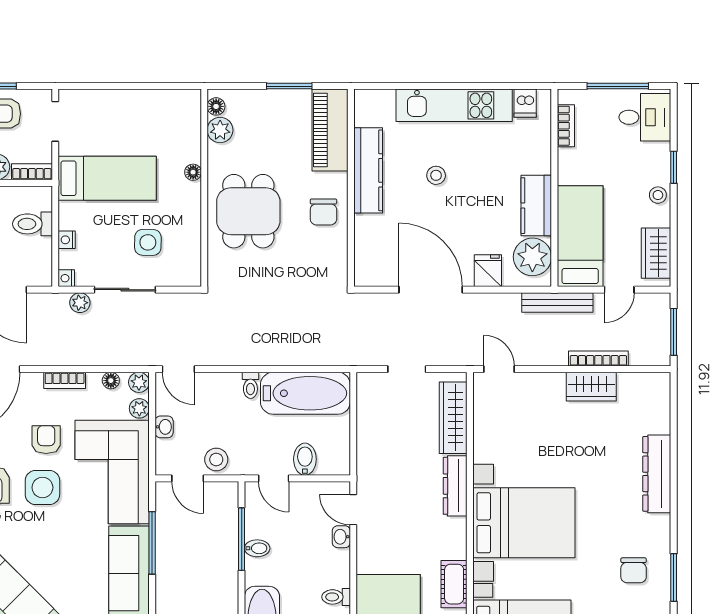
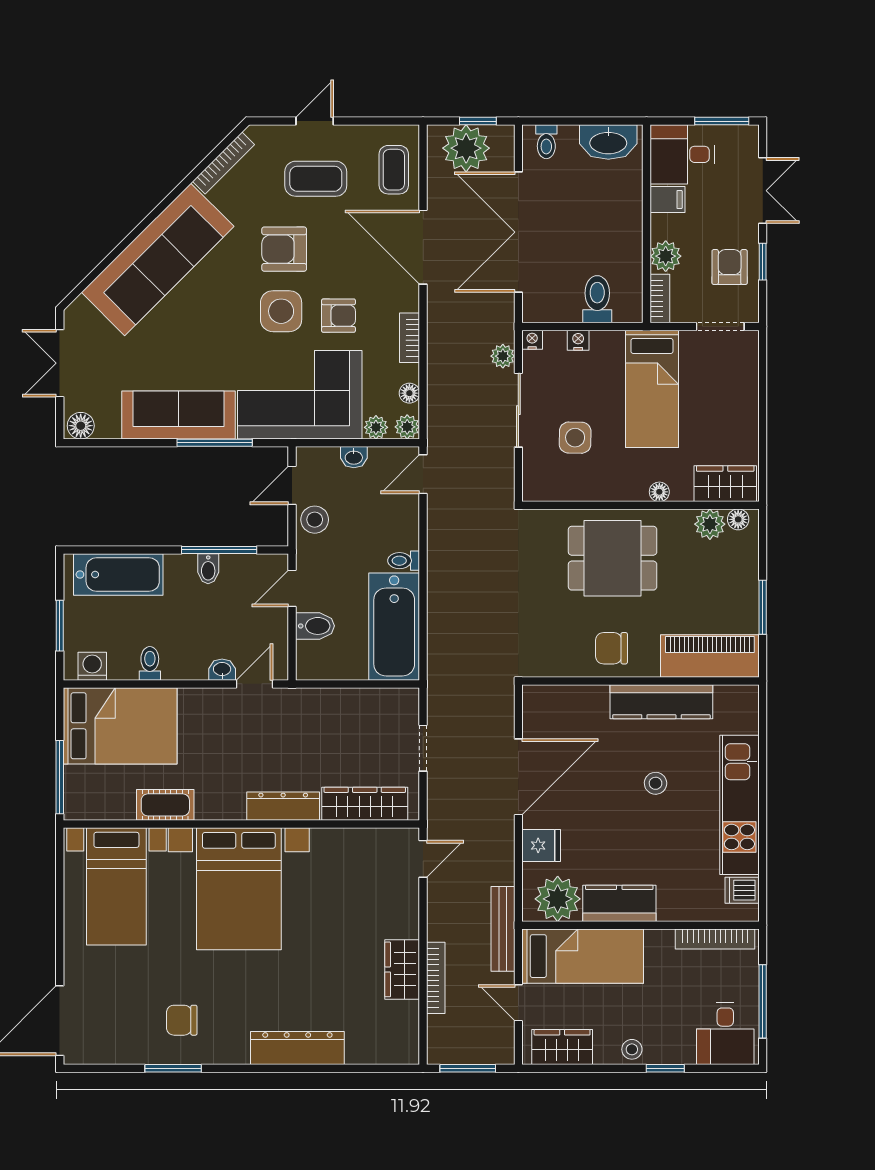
wardrobe: (186, 117) -> (725, 484), added
bookcase: (566, 126) -> (715, 939), width x1.56

